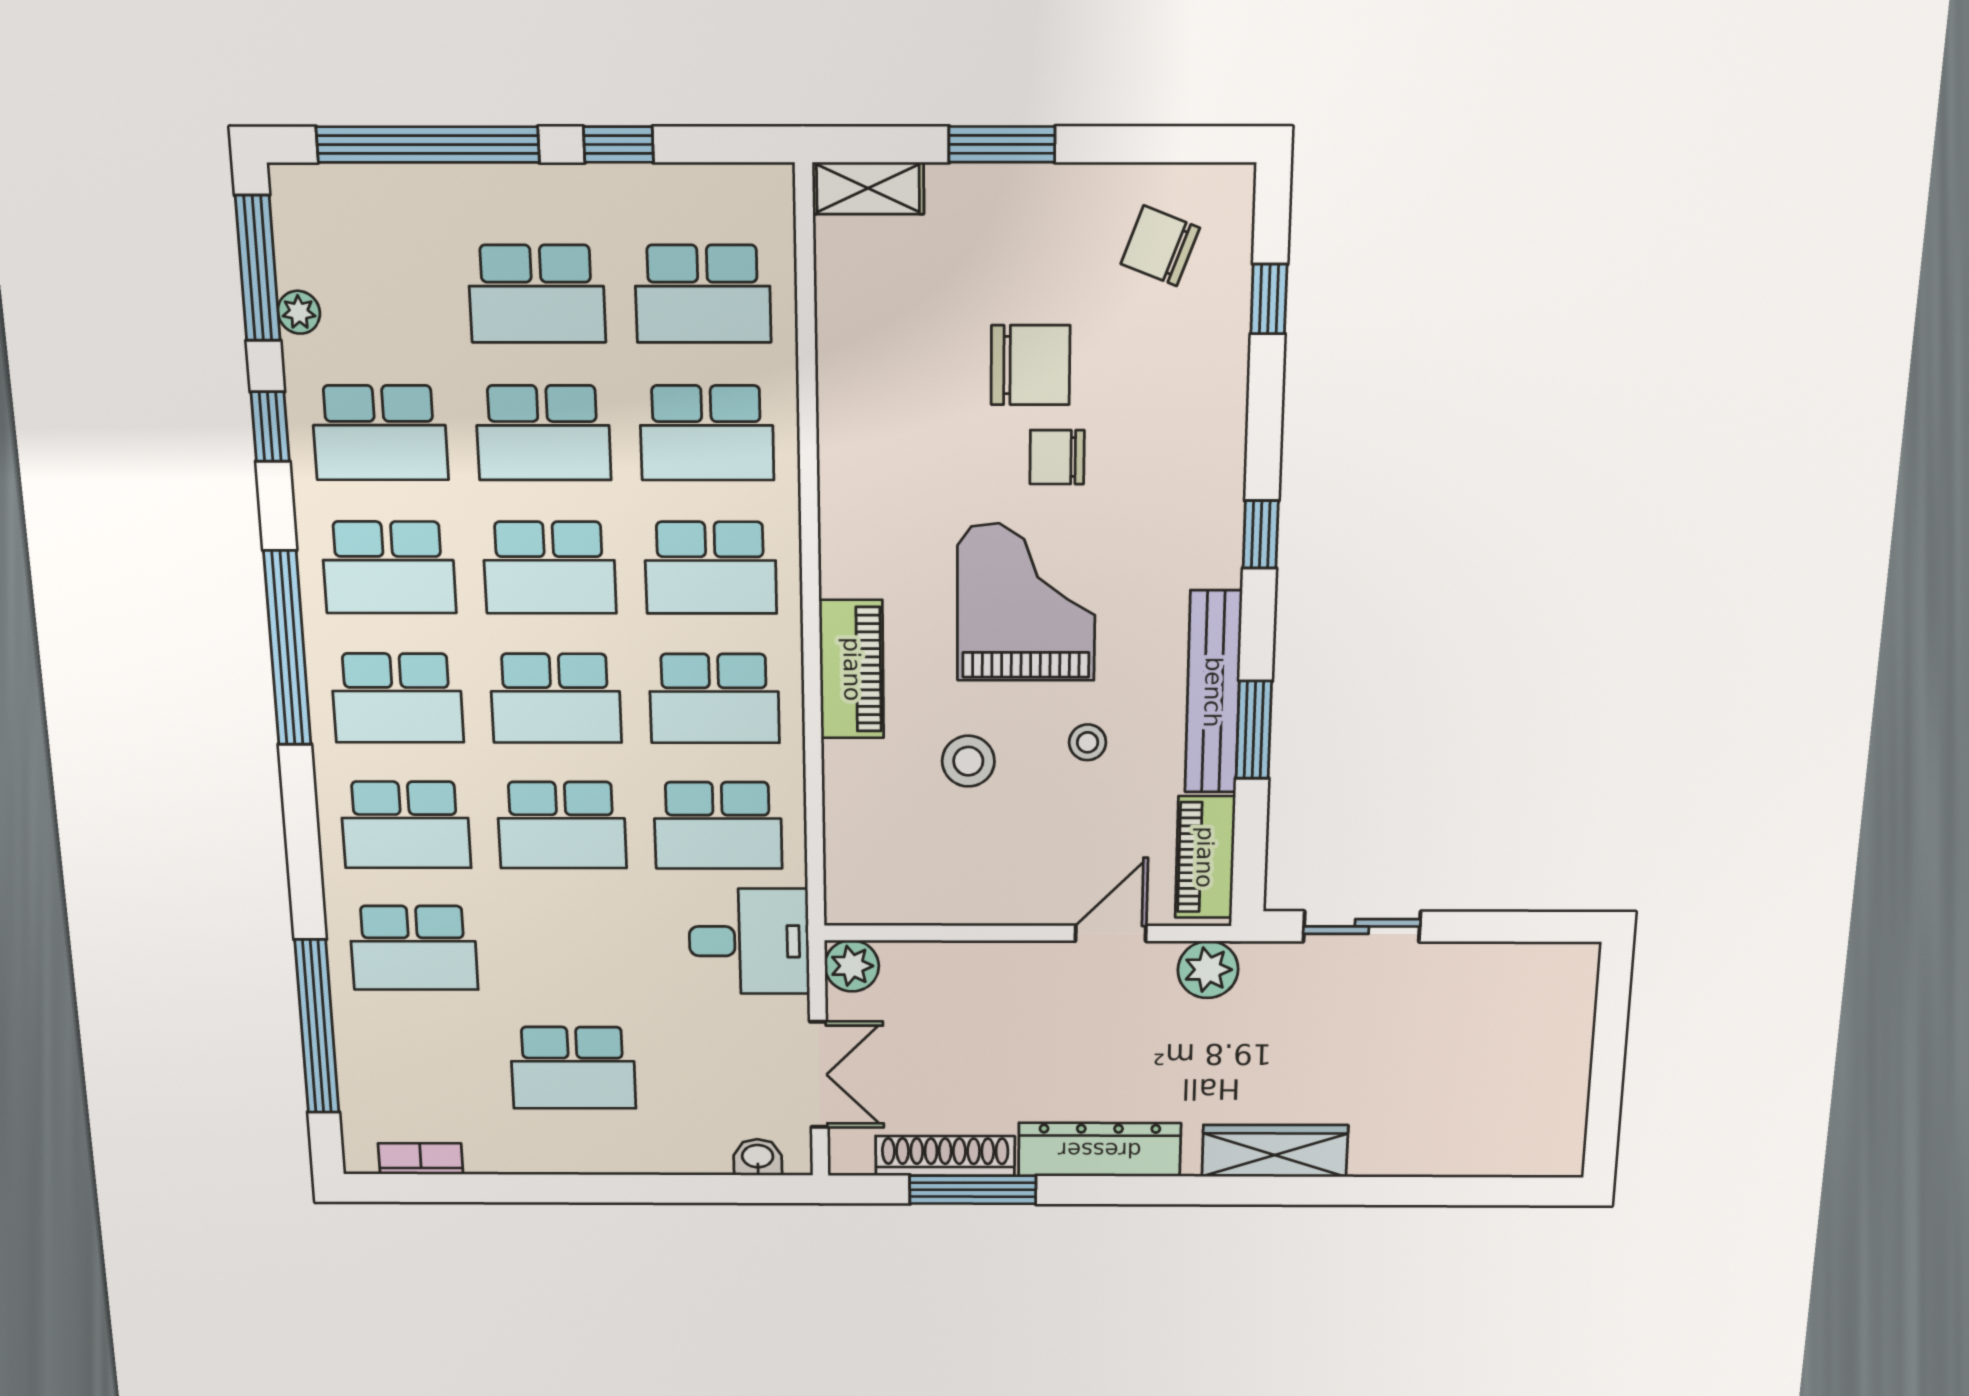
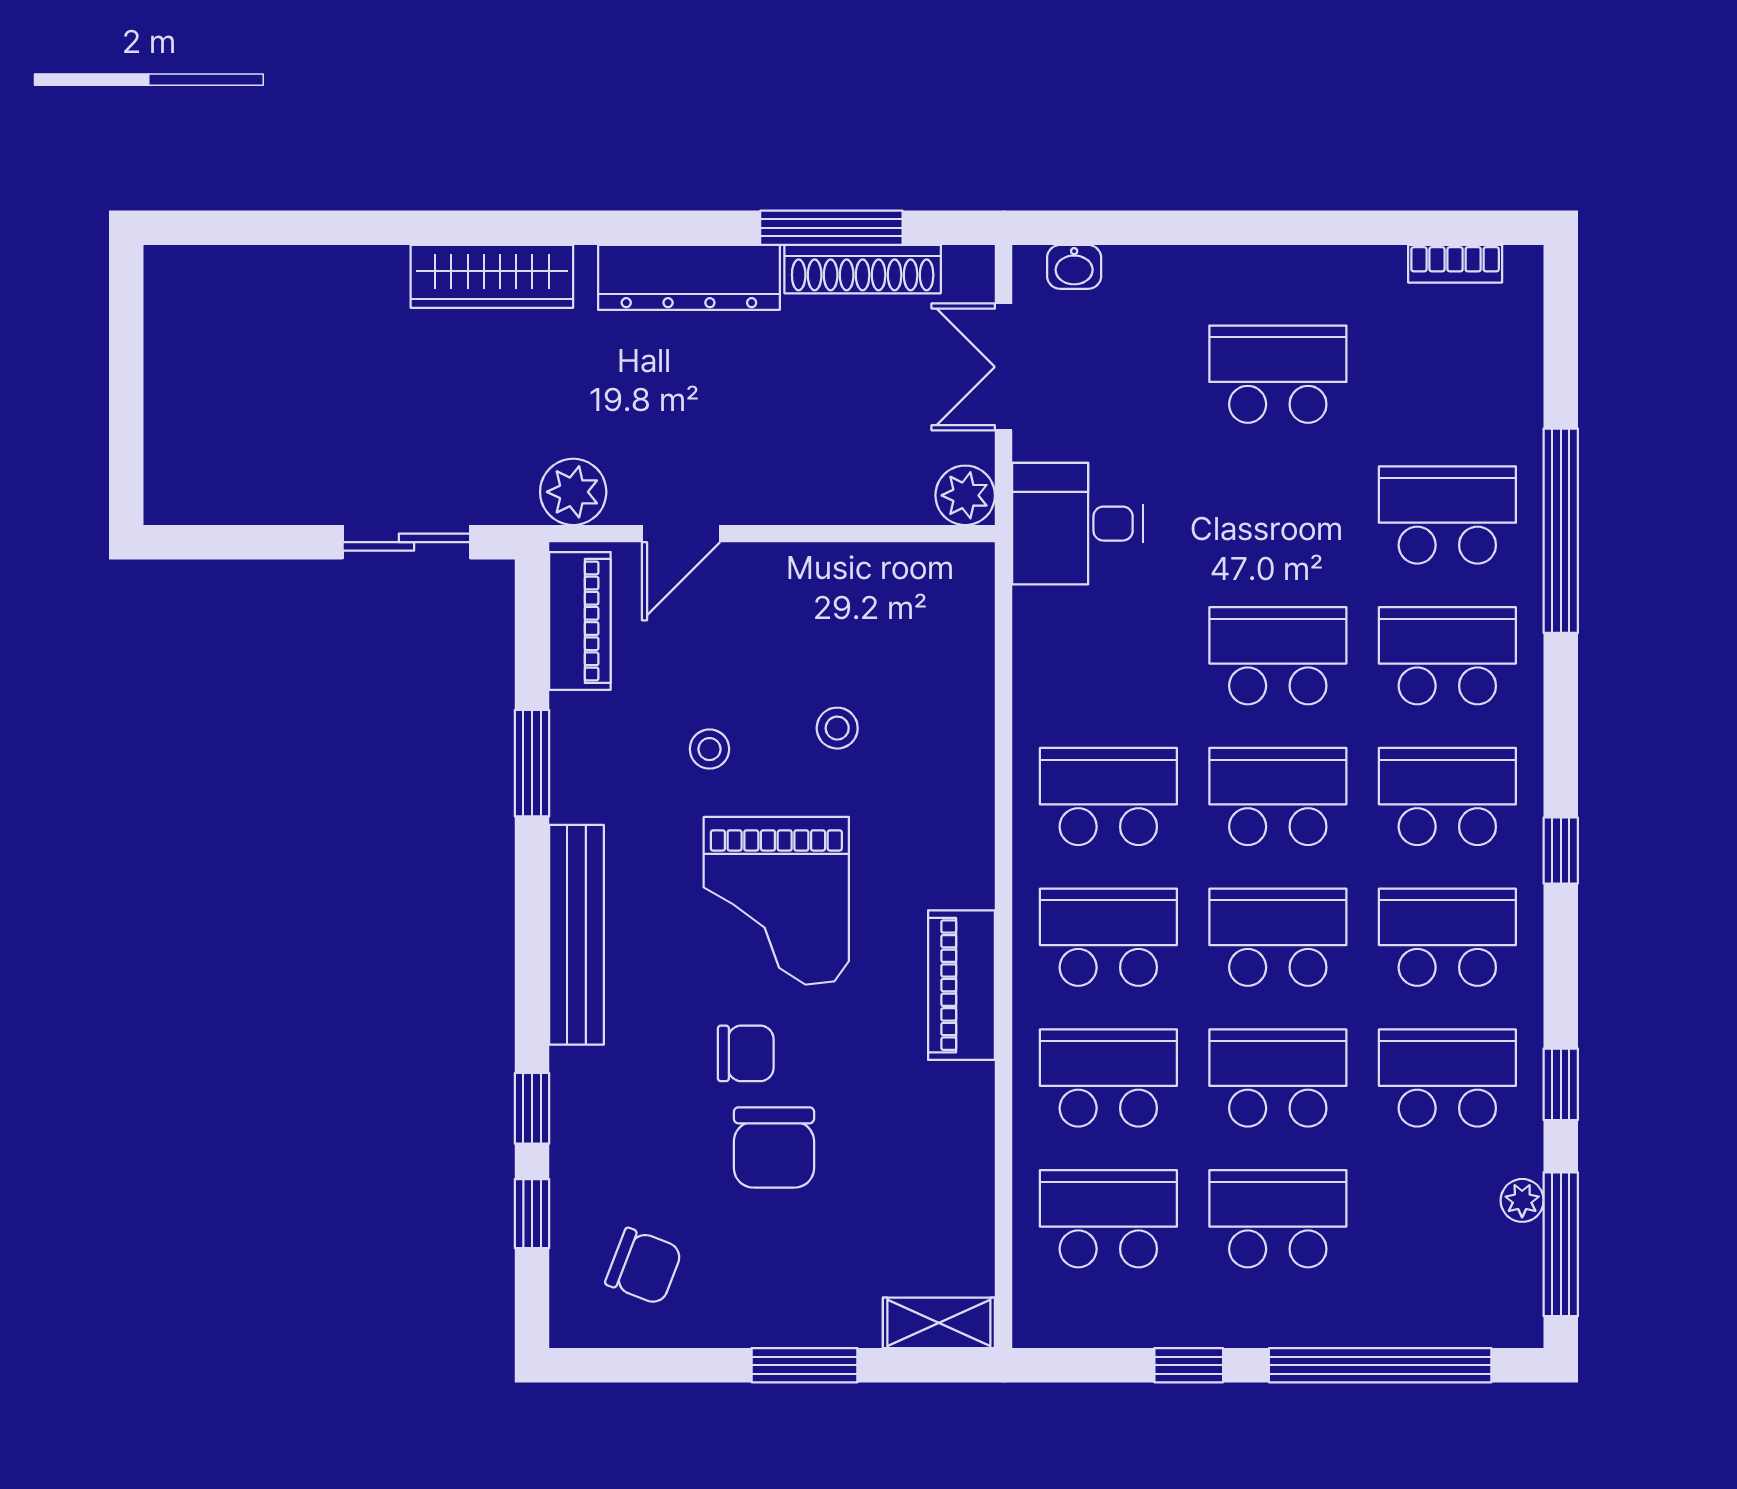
chair: (1030, 365) -> (774, 1147), turned -90
window: (1261, 534) -> (532, 1108), moved
window: (287, 648) -> (1561, 850), width x0.32
piano: (852, 669) -> (961, 985), moved
bench: (1213, 692) -> (577, 935), moved
stool: (968, 761) -> (837, 728), width x0.73, depth x0.73
school desk: (718, 825) -> (1108, 656), removed
window: (317, 1027) -> (1561, 531), moved

